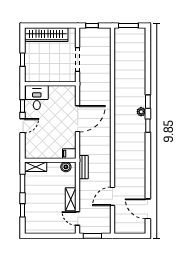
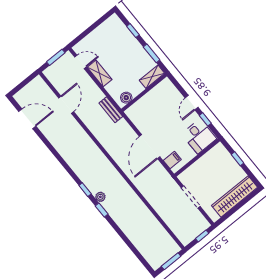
filing cabinet: (69, 154) -> (172, 160), moved

